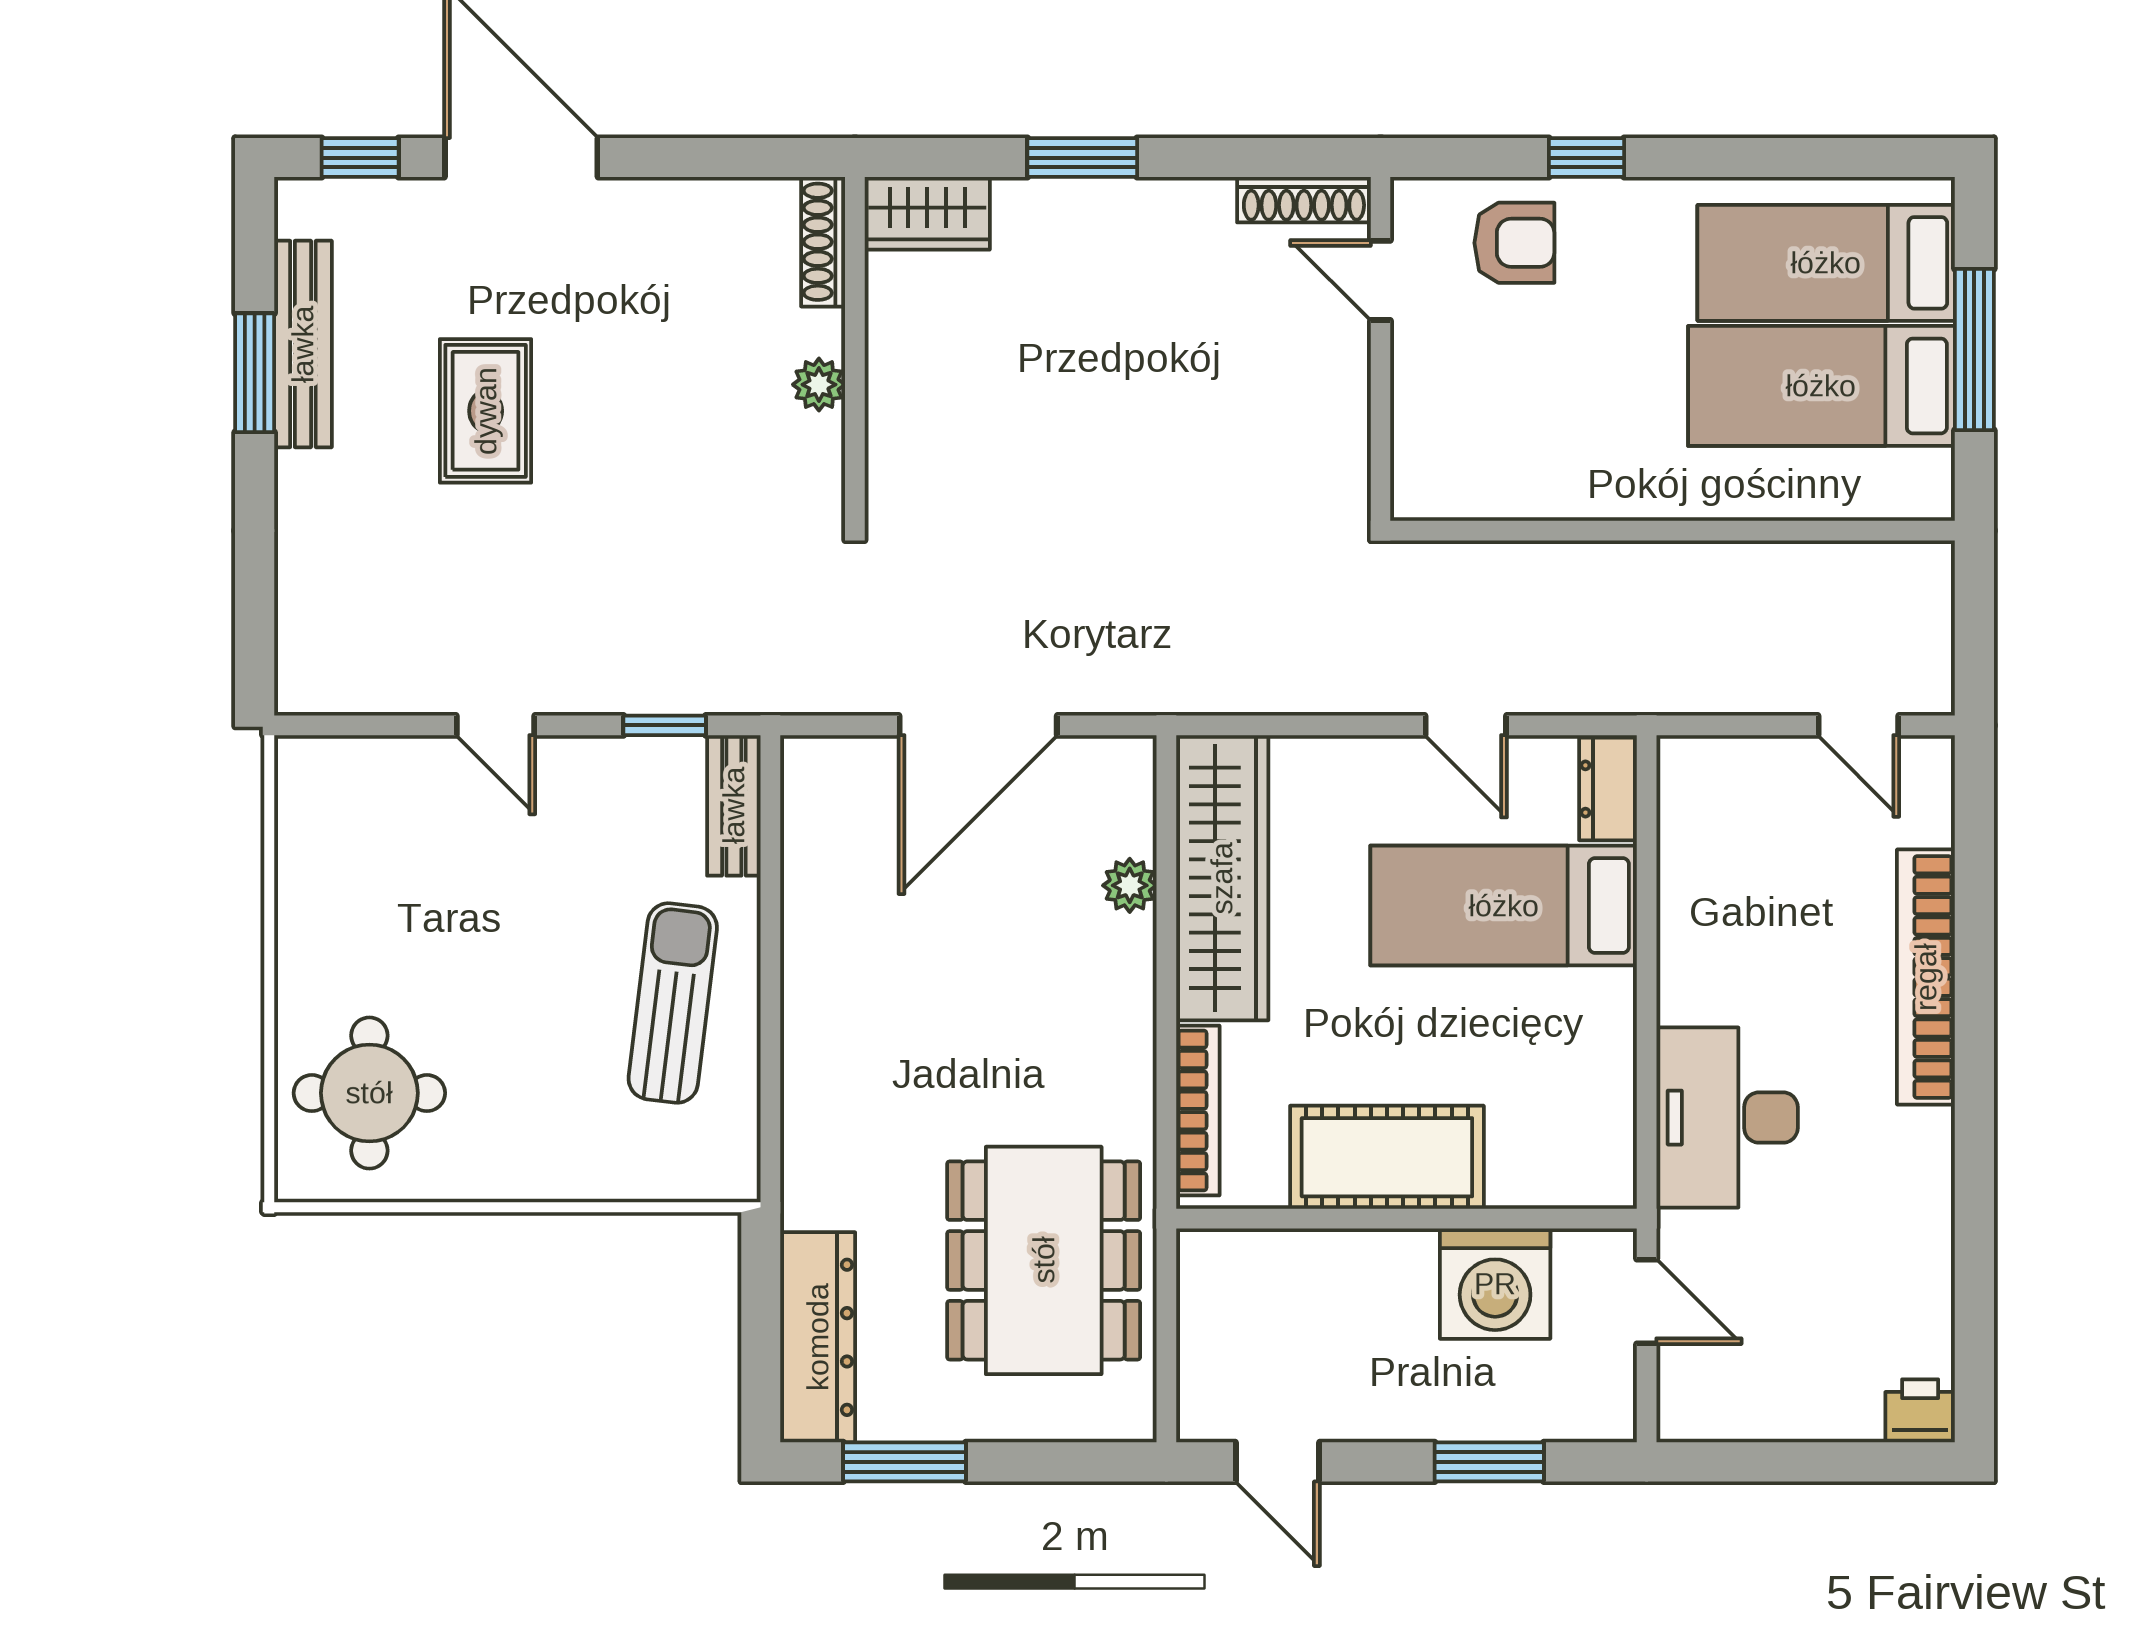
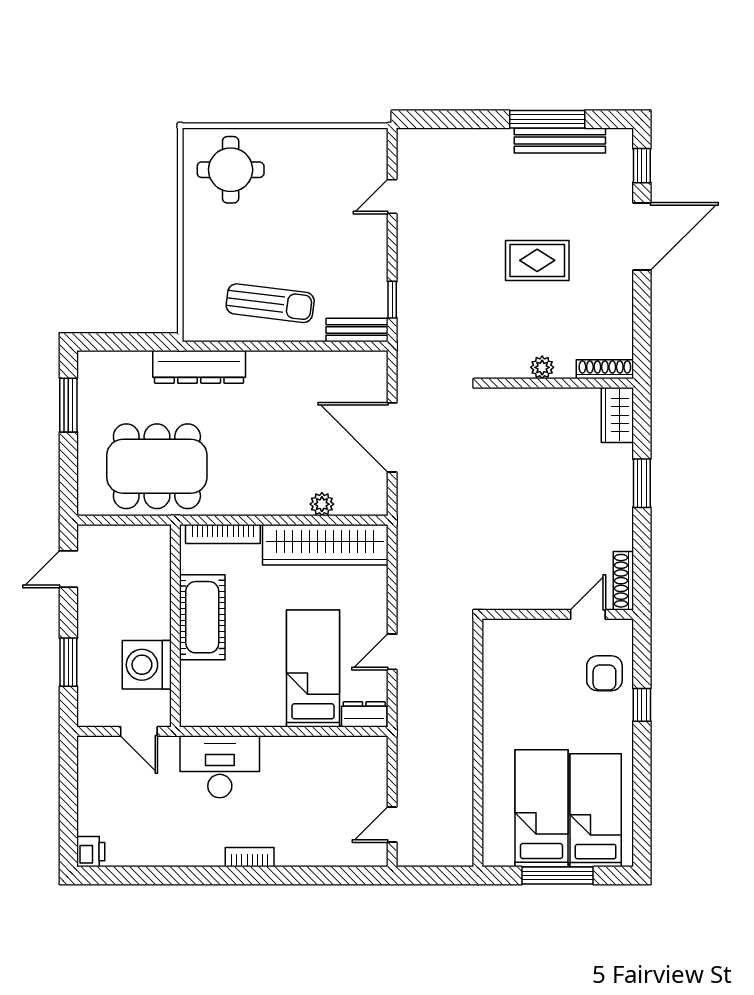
window: (255, 373) -> (547, 119), width x1.44
rug: (486, 411) -> (537, 260), moved
door: (496, 725) -> (392, 196), moved
bookcase: (1926, 977) -> (250, 857), width x0.43, depth x0.76
door: (1647, 1301) -> (139, 731), hinge flipped
dresser: (818, 1337) -> (199, 367), moved

